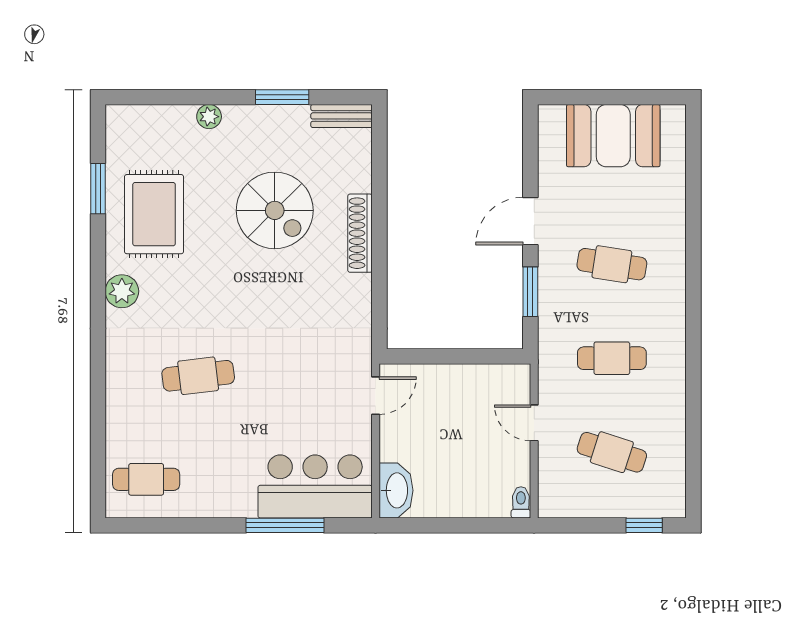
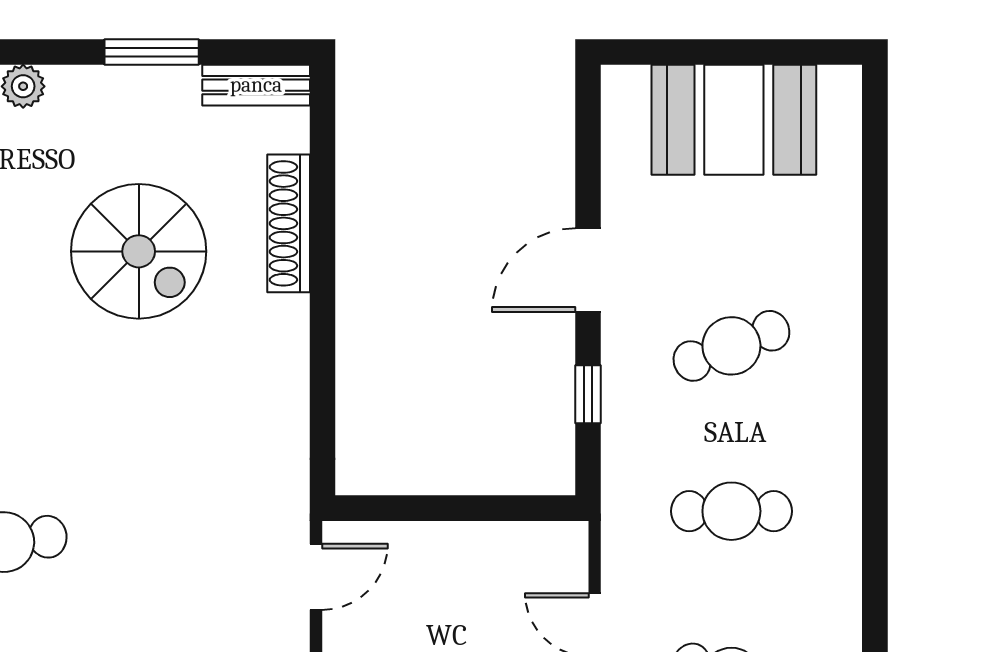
shoe rack: (360, 233) -> (289, 223), moved
cafe table: (612, 264) -> (731, 346), turned -30
window: (530, 292) -> (588, 394), width x0.67

